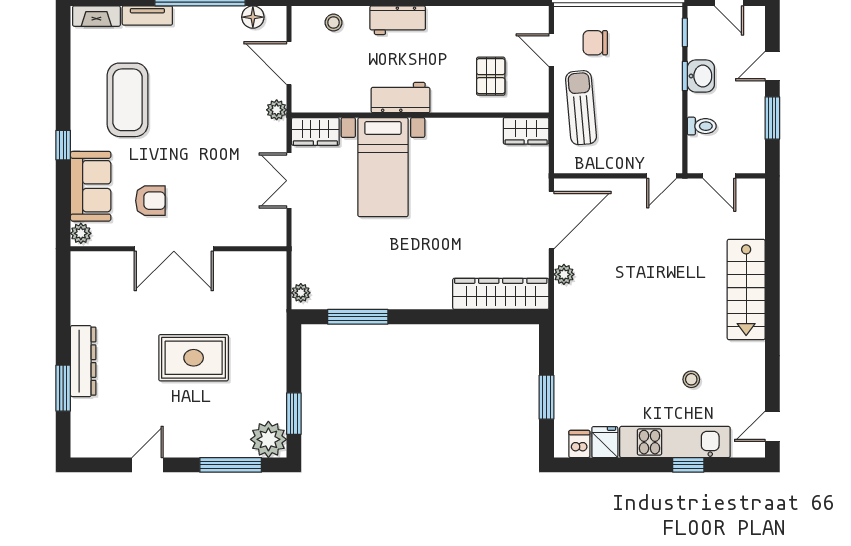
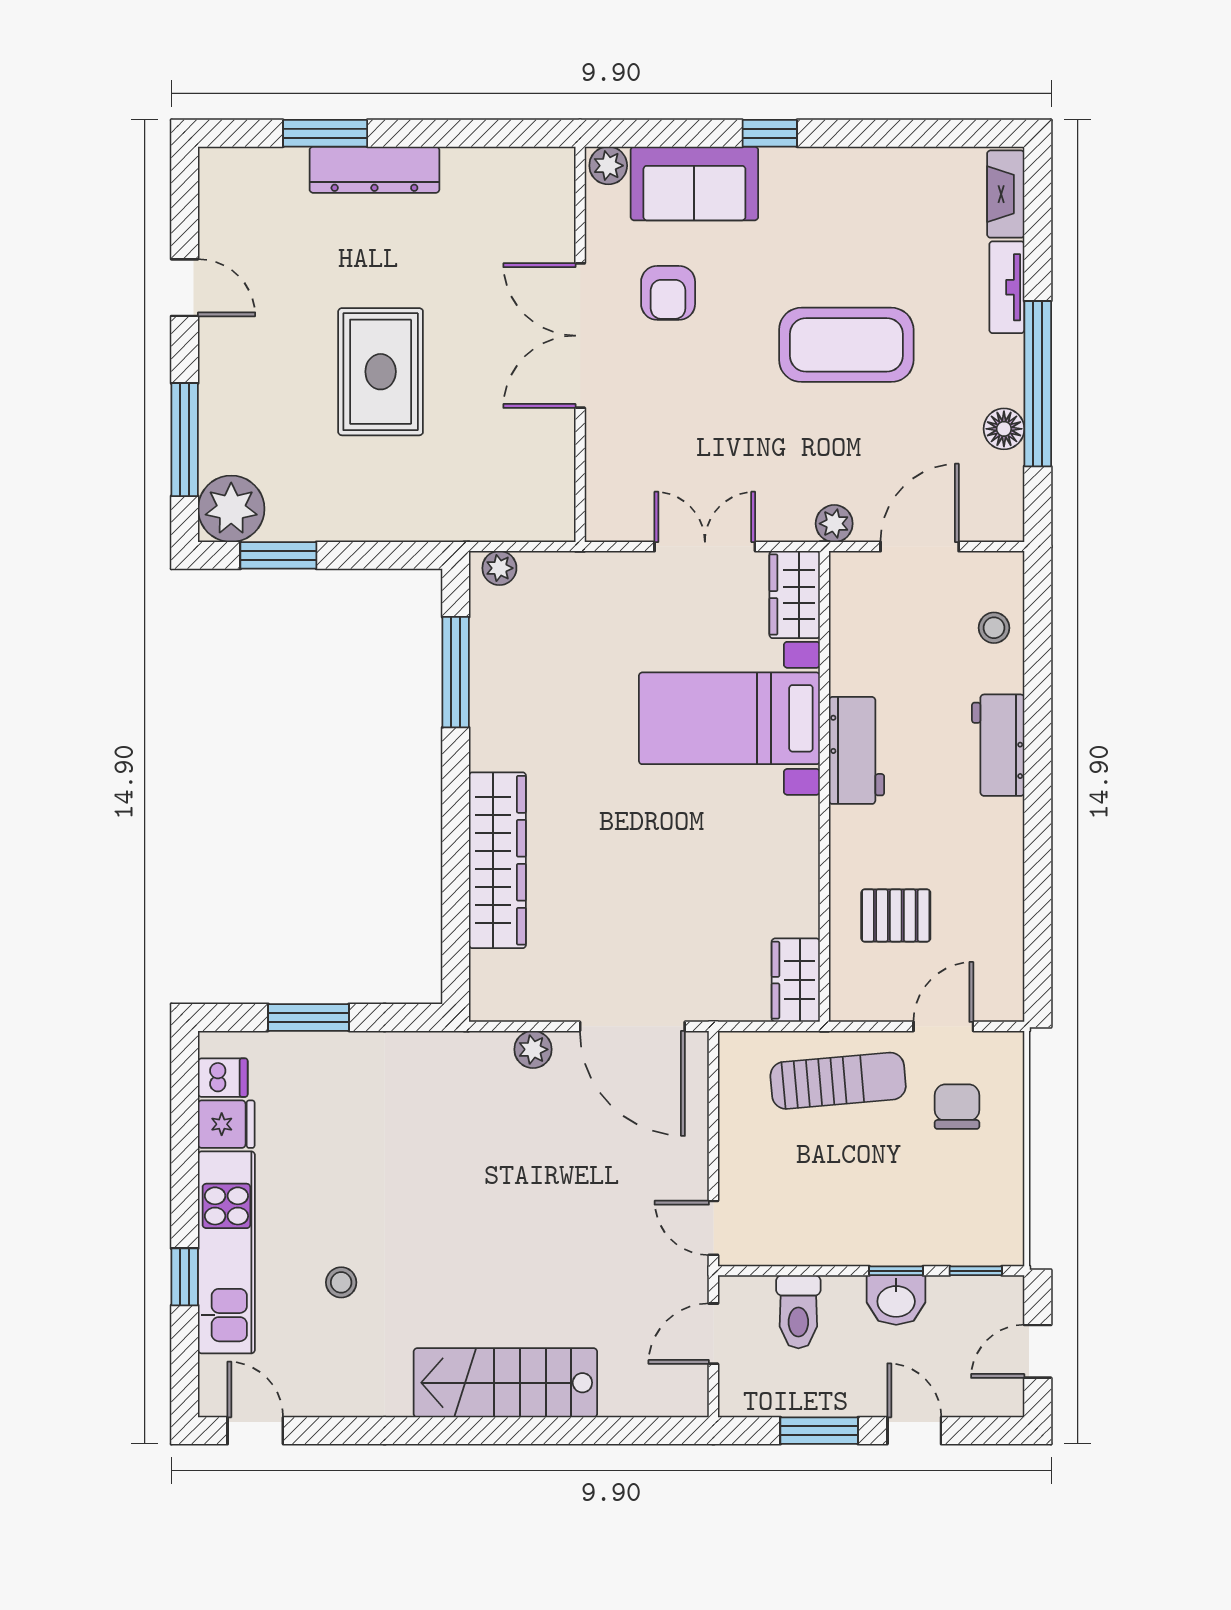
floor lamp: (253, 17) -> (1004, 429), moved
coffee table: (127, 100) -> (846, 345), moved
toilet: (702, 126) -> (798, 1312), width x1.37, depth x1.39
wardrobe: (501, 294) -> (497, 860), moved

